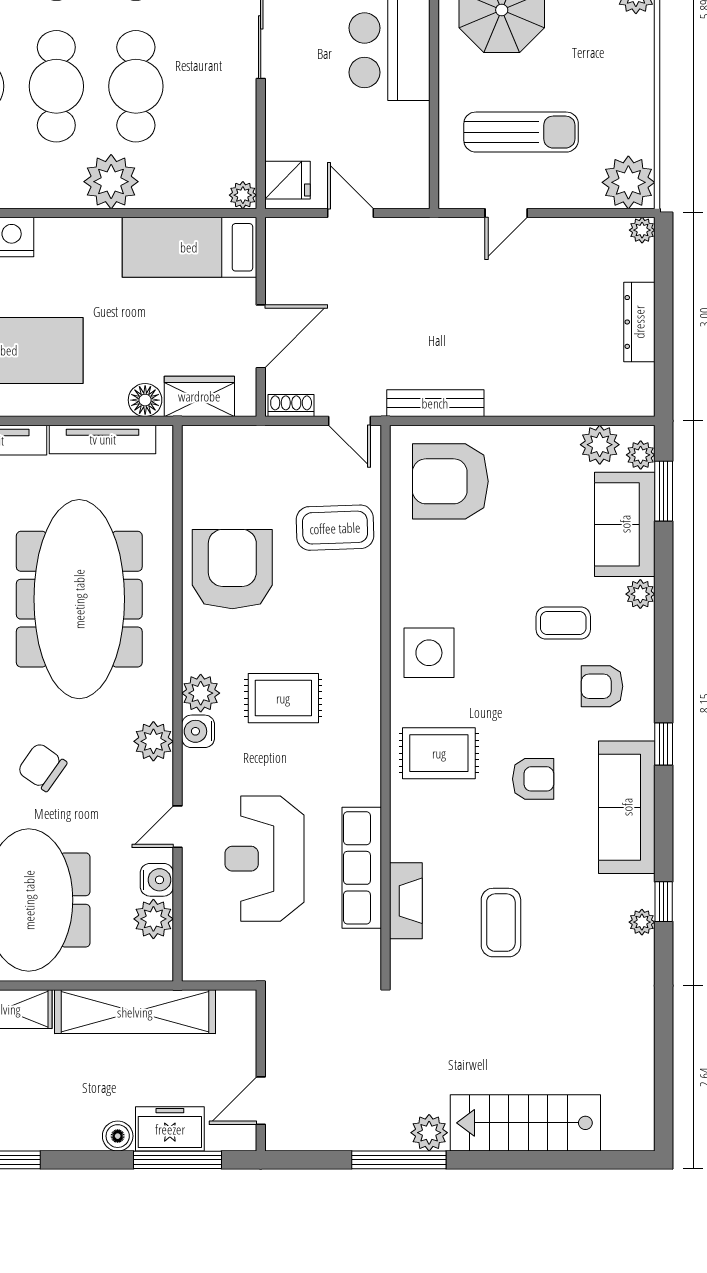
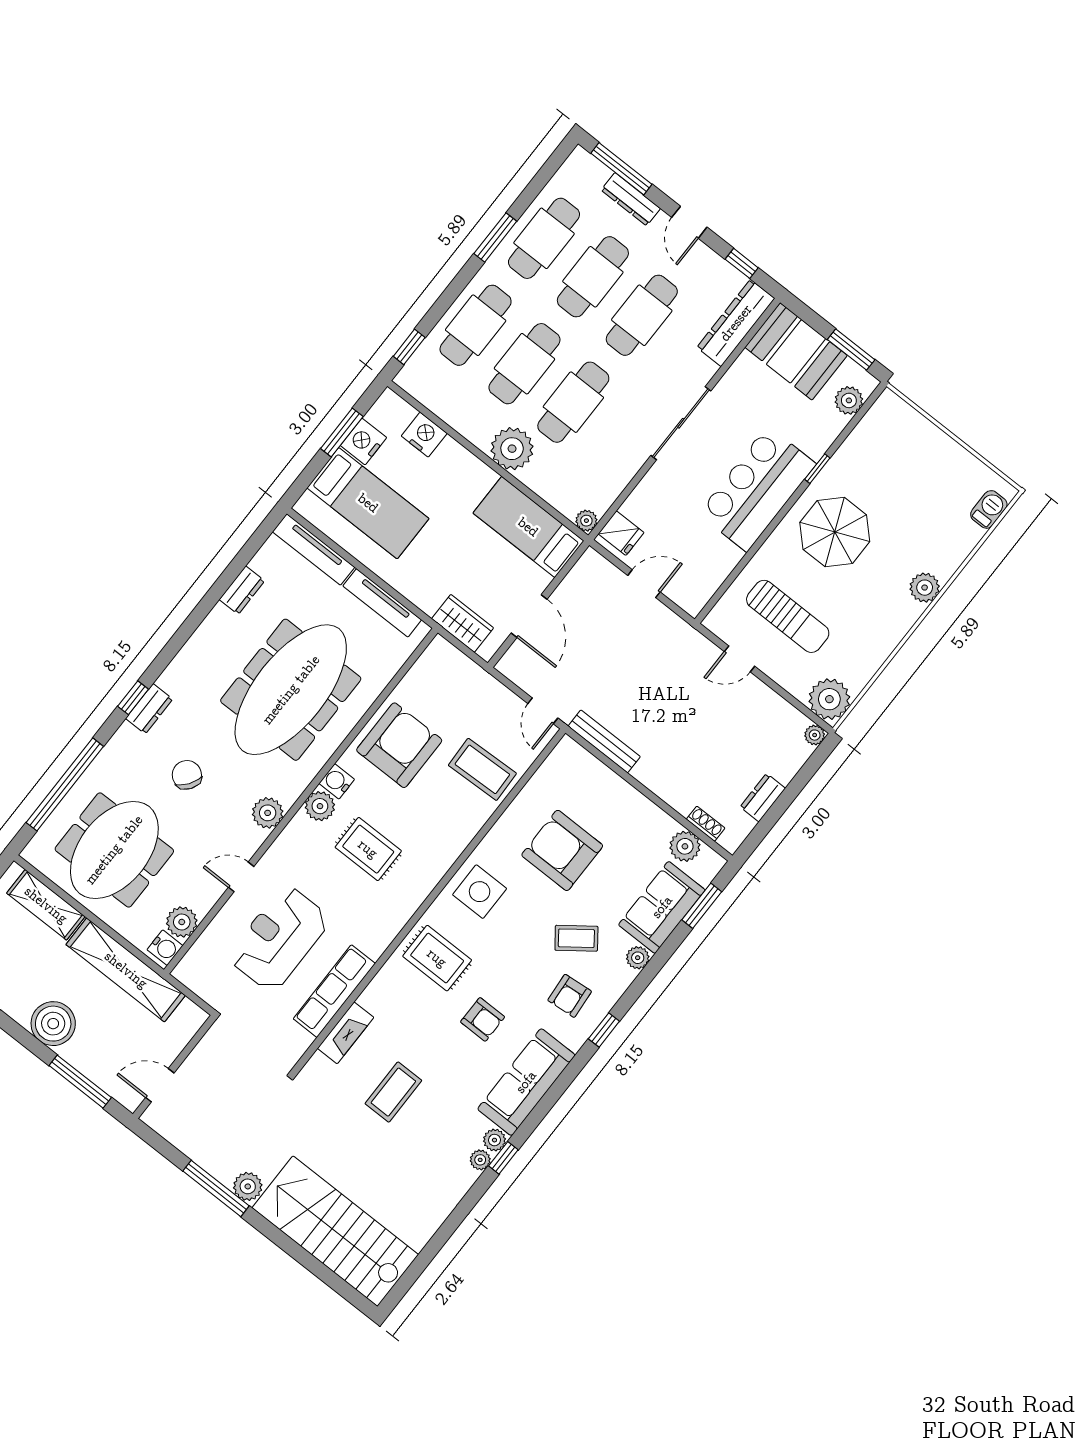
door: (351, 213) -> (644, 584), hinge flipped
dresser: (639, 322) -> (763, 798), width x0.70
door: (261, 336) -> (529, 616), hinge flipped
floor lamp: (145, 400) -> (427, 599), removed
shoe rack: (291, 406) -> (706, 824), moved
plant: (641, 455) -> (494, 1140), moved
armchair: (450, 481) -> (562, 850), moved
coffee table: (563, 623) -> (576, 938), turned -37
armchair: (602, 686) -> (570, 996), turned -95
water cooler: (198, 731) -> (337, 781), moved
window: (664, 744) -> (604, 1030), moved
water cooler: (157, 880) -> (165, 948), moved
stairs: (525, 1123) -> (335, 1231), width x1.36, depth x1.51
freezer: (170, 1129) -> (90, 1059), removed
boiler: (118, 1136) -> (53, 1024), width x1.86, depth x1.86

